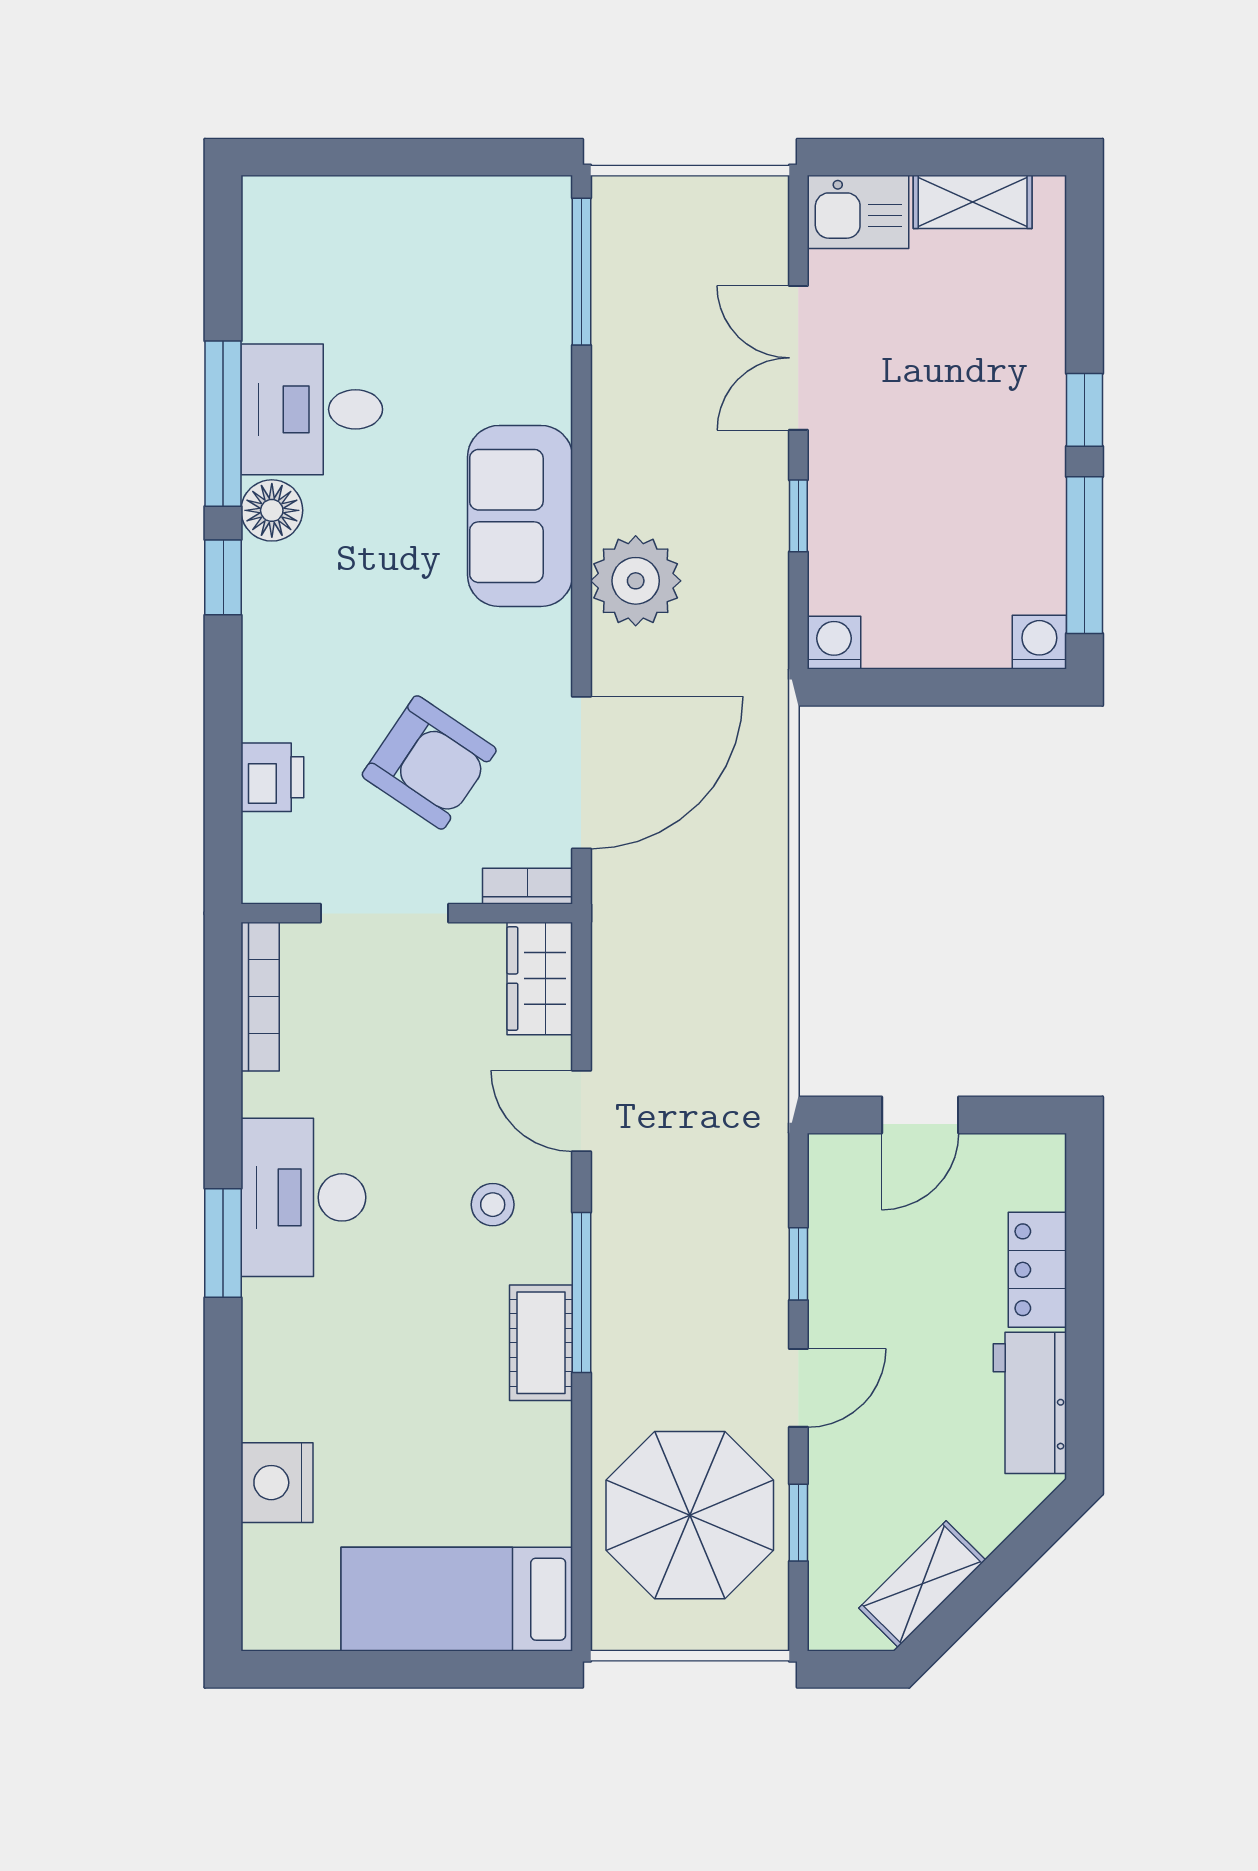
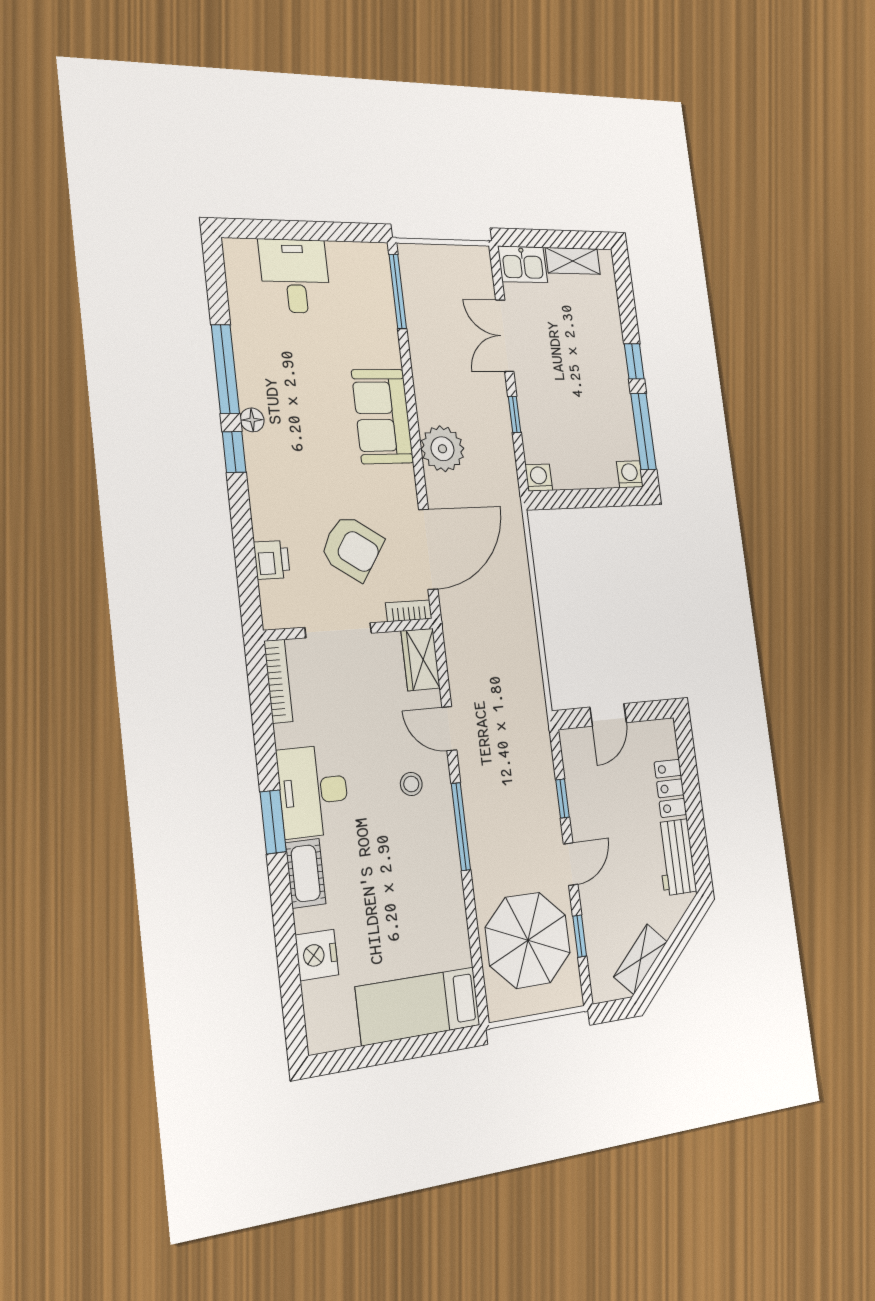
desk: (312, 409) -> (295, 276), moved, turned 90
floor lamp: (272, 510) -> (252, 420), width x0.73, depth x0.73
cot: (541, 1343) -> (306, 873), moved

